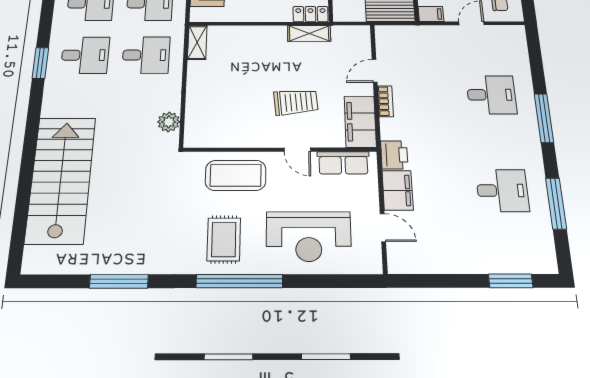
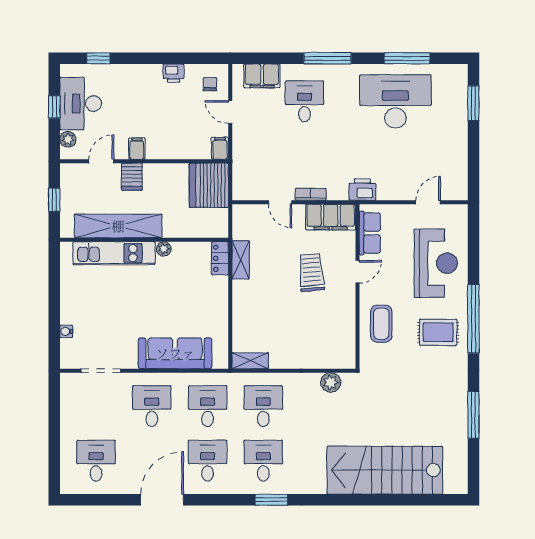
coffee table: (236, 175) -> (381, 324), width x0.73, depth x0.76
filing cabinet: (398, 190) -> (262, 76), moved, turned 180
desk: (502, 191) -> (395, 101), width x1.87, depth x1.30

